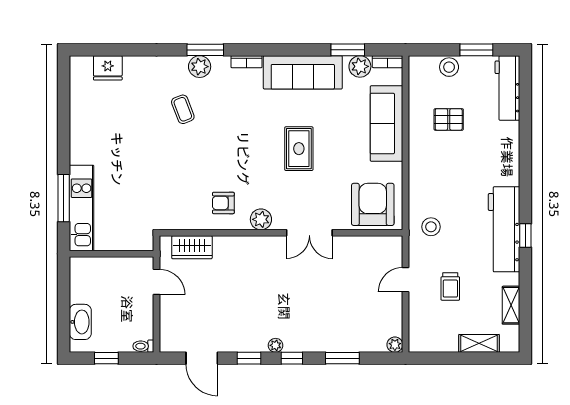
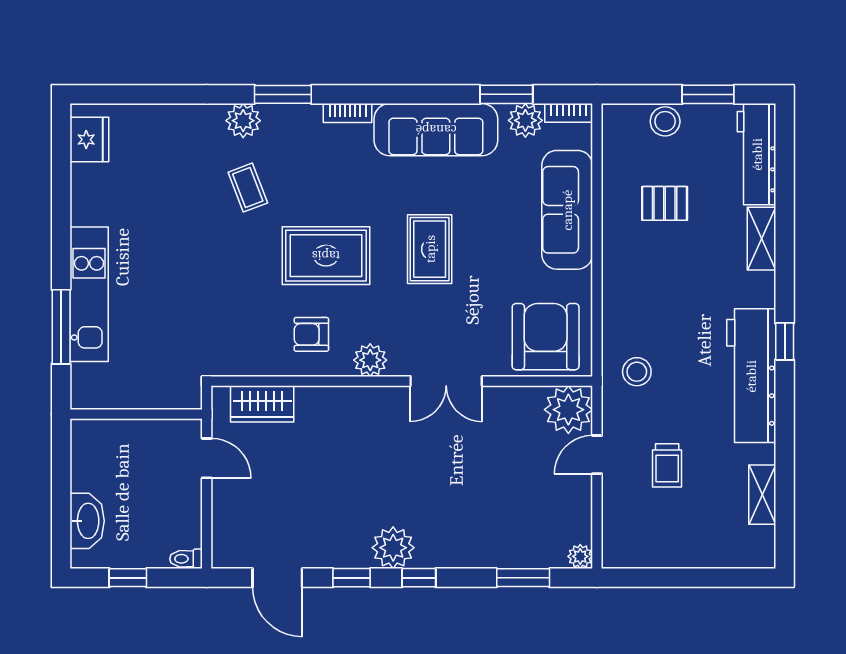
plant: (200, 67) -> (243, 121), moved
fridge: (108, 68) -> (89, 140), moved, turned -90
rug: (233, 153) -> (326, 256), added
kitchen unit: (82, 208) -> (89, 294), moved
window: (525, 235) -> (785, 341), moved
plant: (387, 251) -> (568, 410), added
shelving: (479, 343) -> (761, 239), moved, turned 90
plant: (276, 345) -> (393, 548), width x1.88, depth x1.88
window: (342, 358) -> (523, 578), moved

